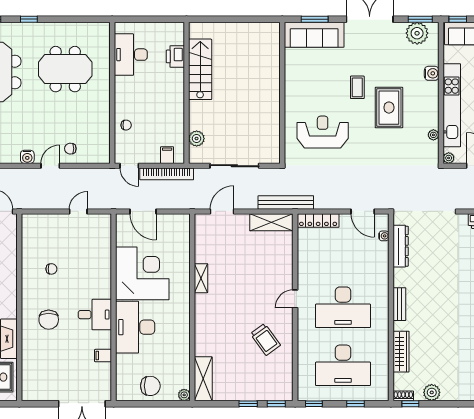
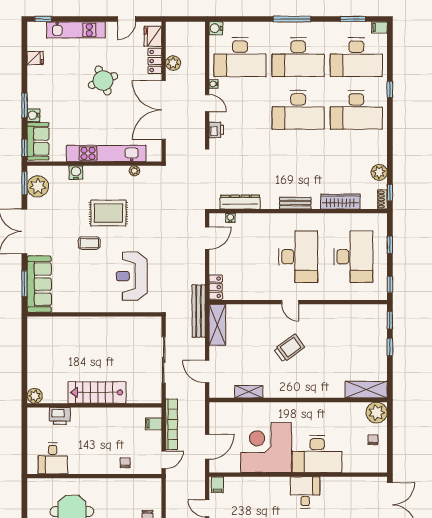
desk: (131, 55) -> (53, 458), width x0.73
stairs: (200, 69) -> (97, 393), moved
plant: (197, 138) -> (35, 396), moved
plant: (449, 158) -> (156, 156), removed
locker: (318, 220) -> (216, 287), width x0.66
shelving: (201, 278) -> (249, 392), moved
trolley: (265, 339) -> (289, 348), moved
filing cabinet: (103, 356) -> (217, 485), moved
chair: (150, 386) -> (373, 440), width x0.54, depth x0.54
plant: (184, 395) -> (377, 413), width x1.88, depth x1.88

